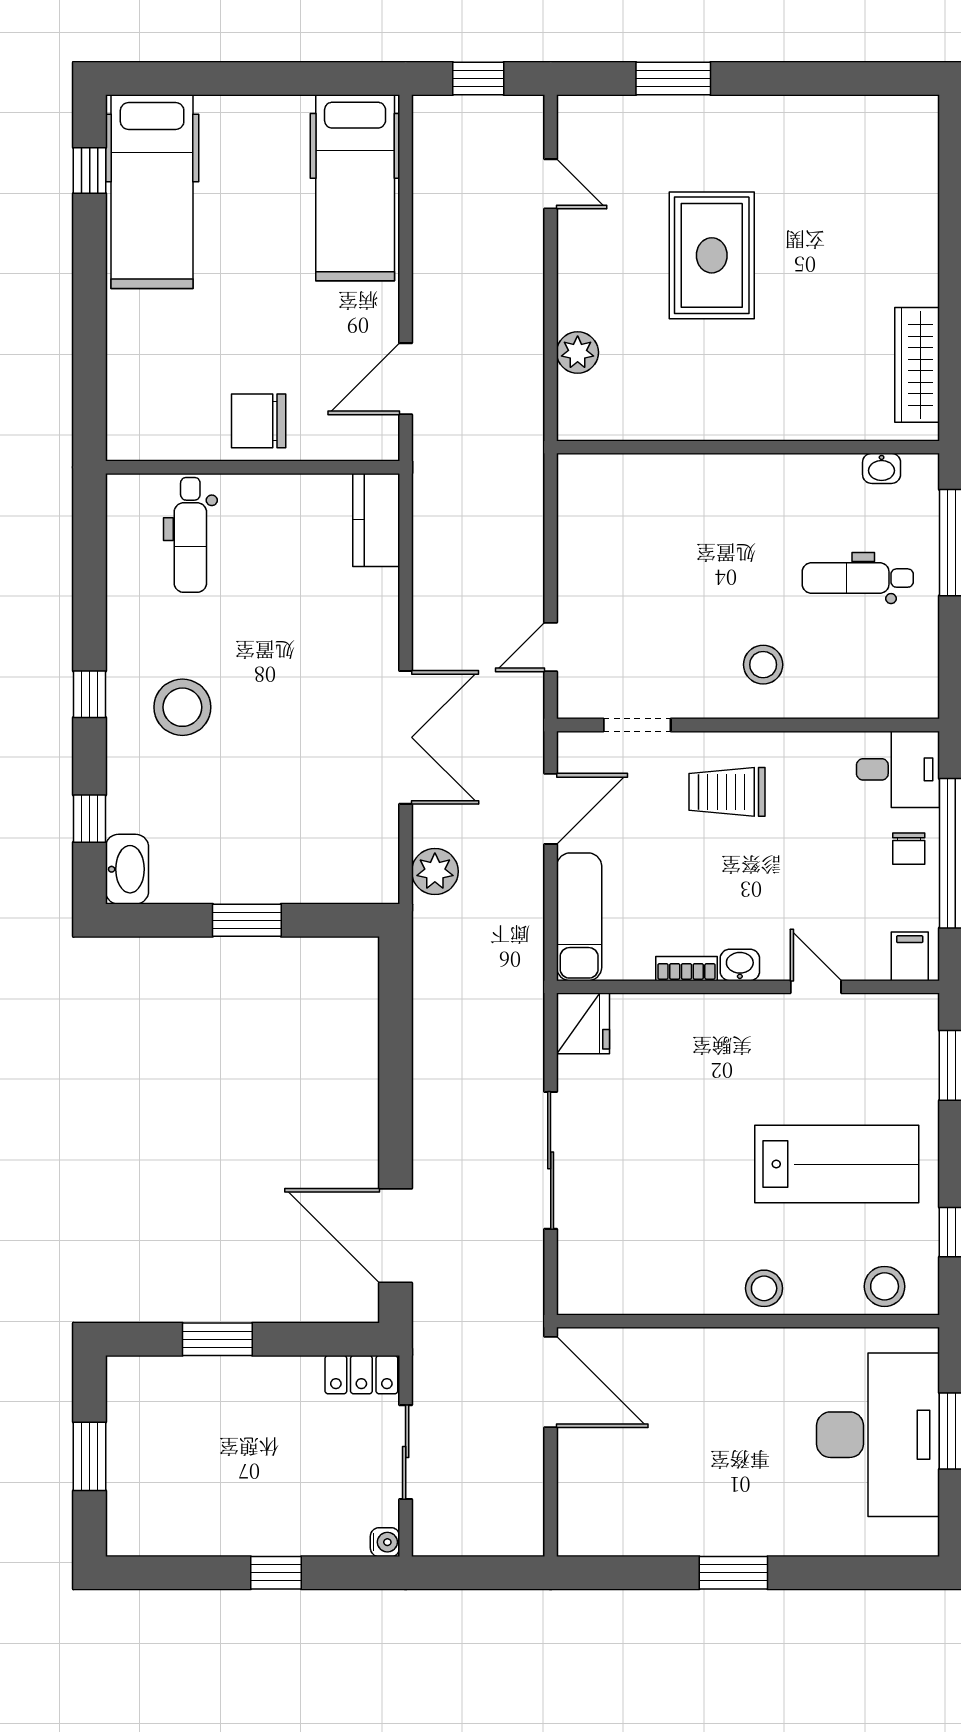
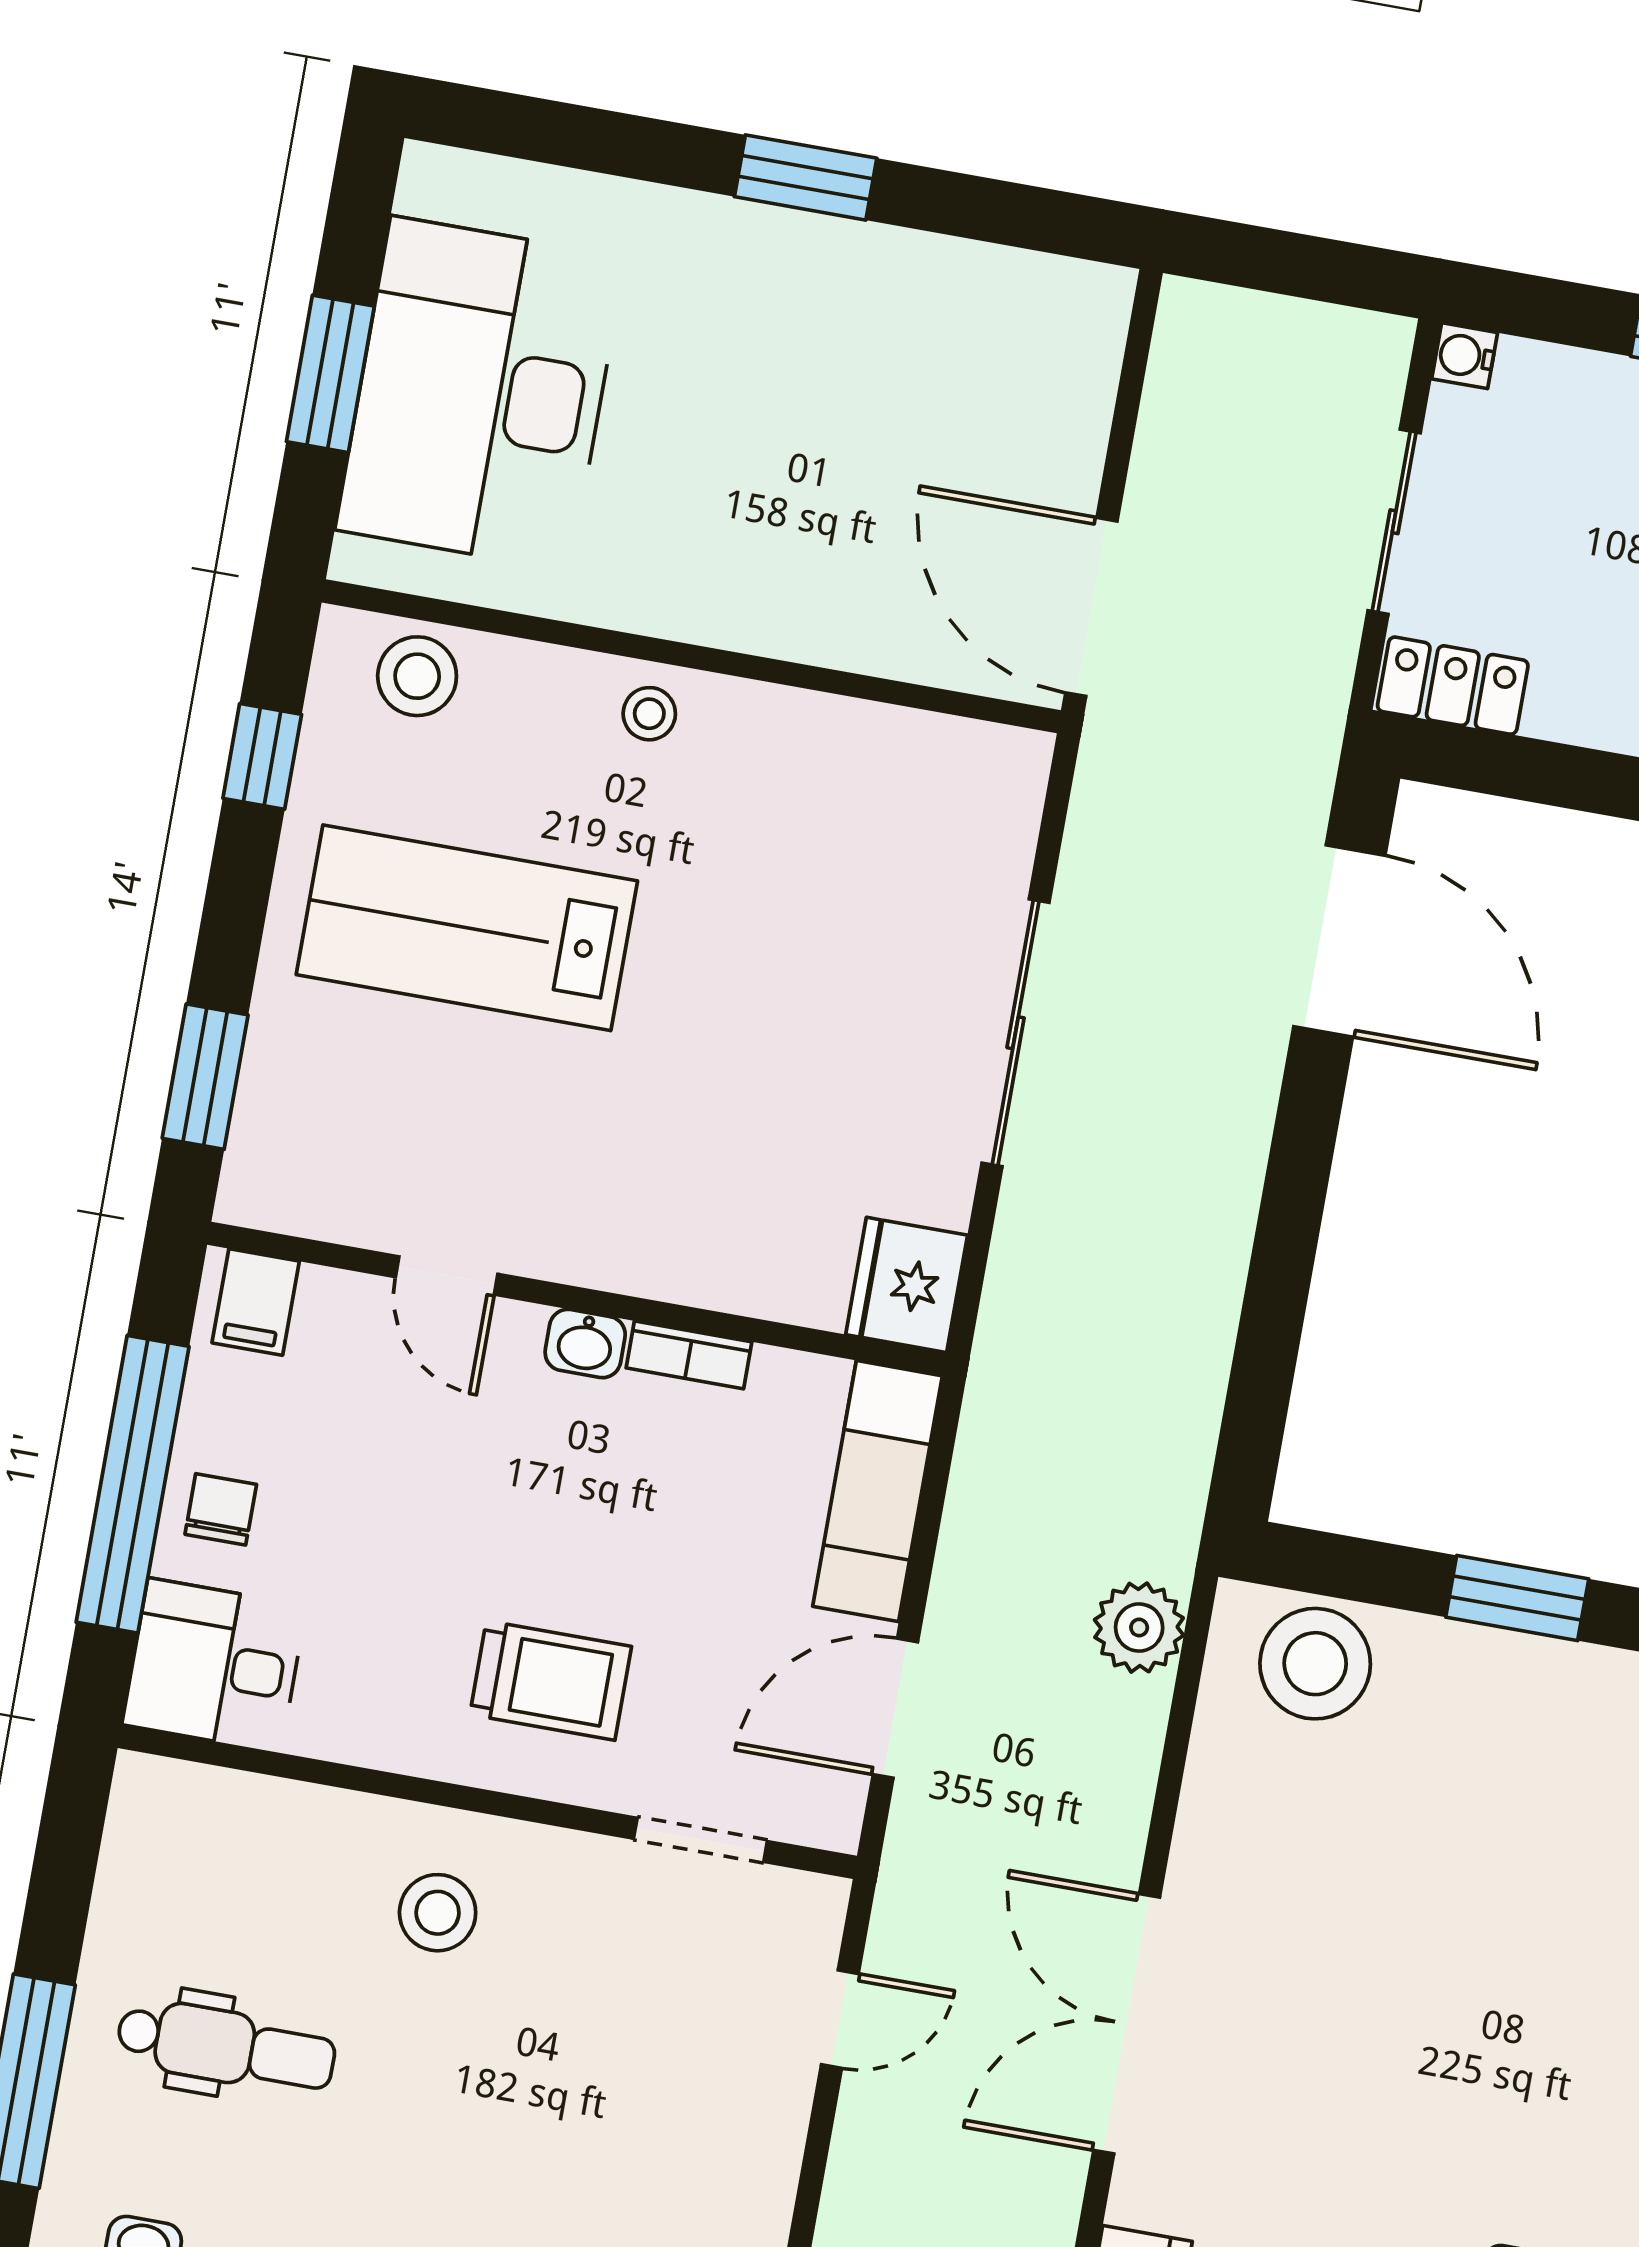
stool: (182, 707) -> (1315, 1664), moved
double door: (406, 737) -> (1127, 2024), moved
stool: (764, 1288) -> (649, 714), width x0.73, depth x0.73

